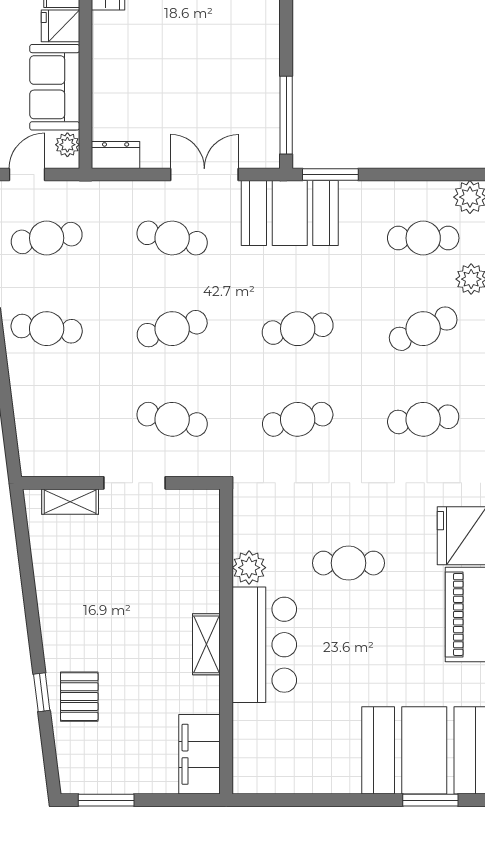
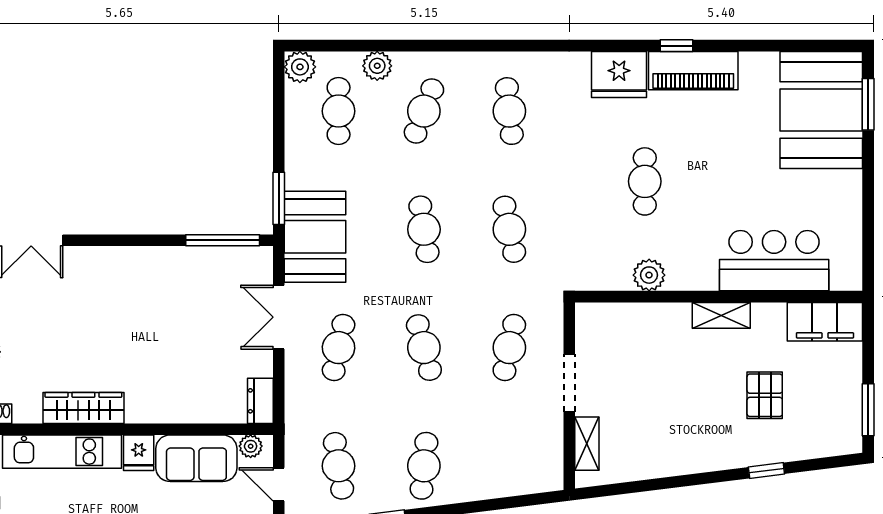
cafe table: (423, 329) -> (424, 111), turned 45
bar counter: (264, 645) -> (774, 261), moved
pallet: (79, 697) -> (765, 395), moved, turned 90

